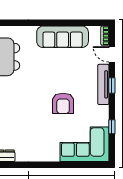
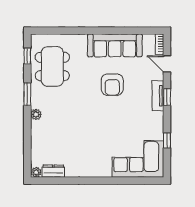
tv unit: (103, 84) -> (158, 96), width x0.71
armchair: (63, 103) -> (112, 85), moved

